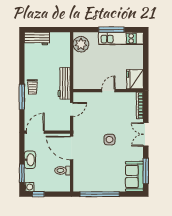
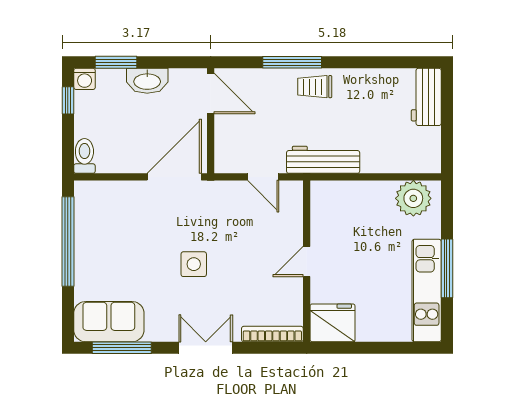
door: (108, 91) -> (307, 262), swing flipped
toilet: (62, 170) -> (84, 156), moved

